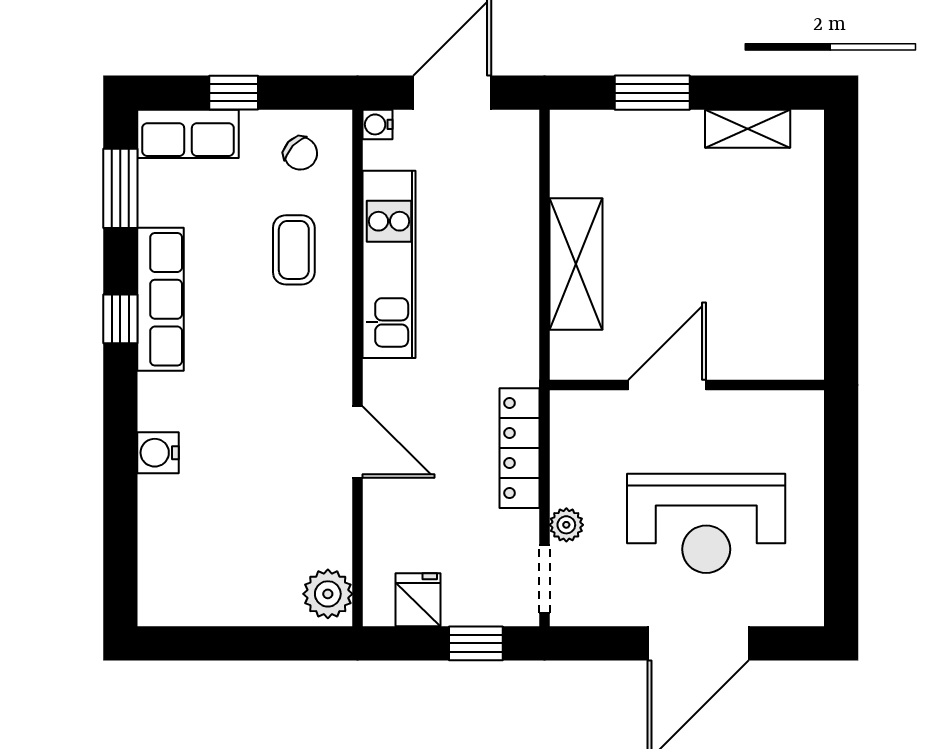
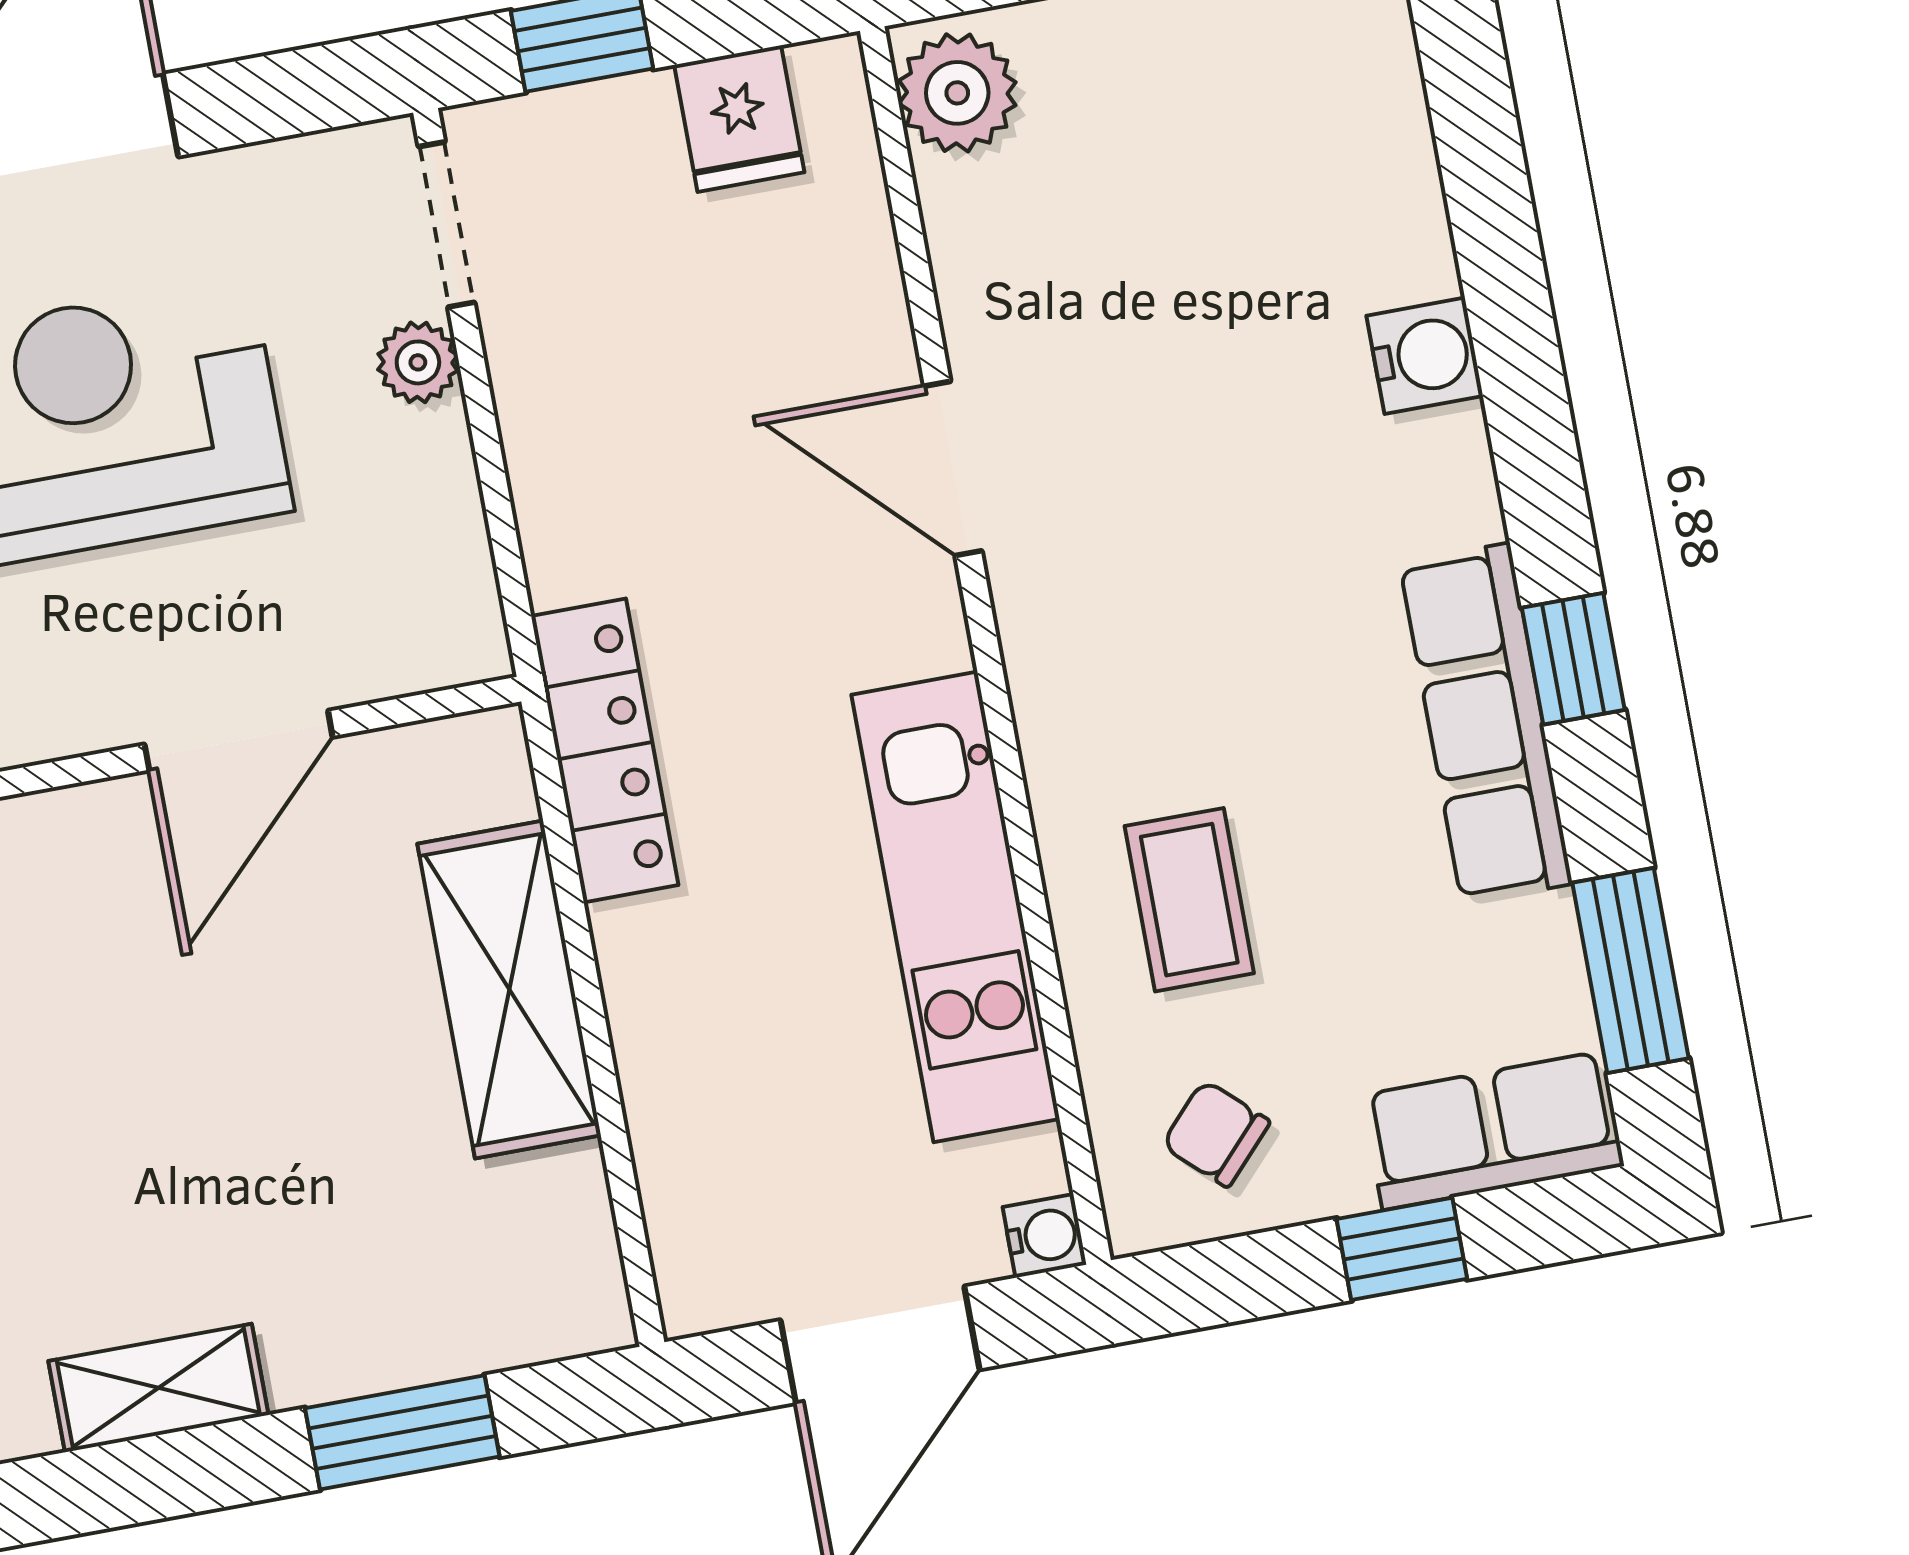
locker: (520, 448) -> (605, 751), moved

